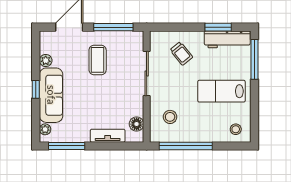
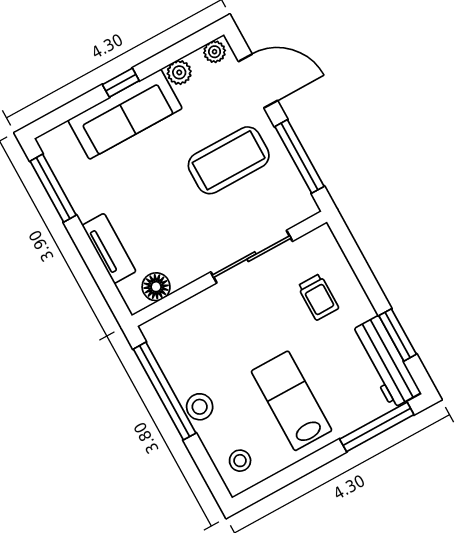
trolley: (181, 54) -> (318, 297), turned -51
coffee table: (98, 60) -> (229, 160), width x1.36, depth x1.32
stool: (170, 117) -> (200, 407), moved
plant: (45, 129) -> (215, 52), moved

